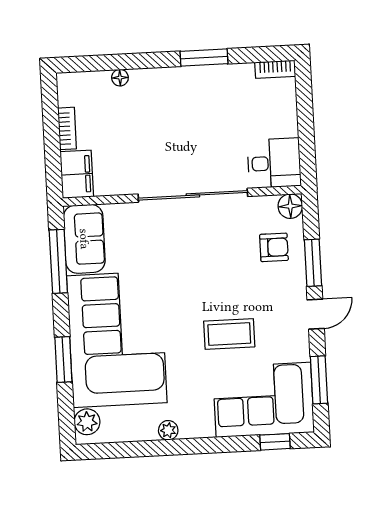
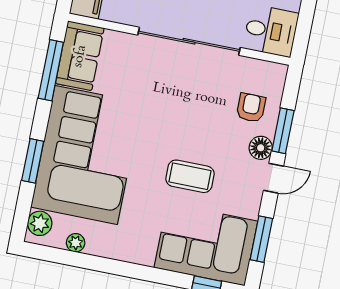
floor lamp: (290, 206) -> (261, 148), moved
armchair: (274, 247) -> (251, 108), turned -90
plant: (168, 430) -> (76, 243), moved

